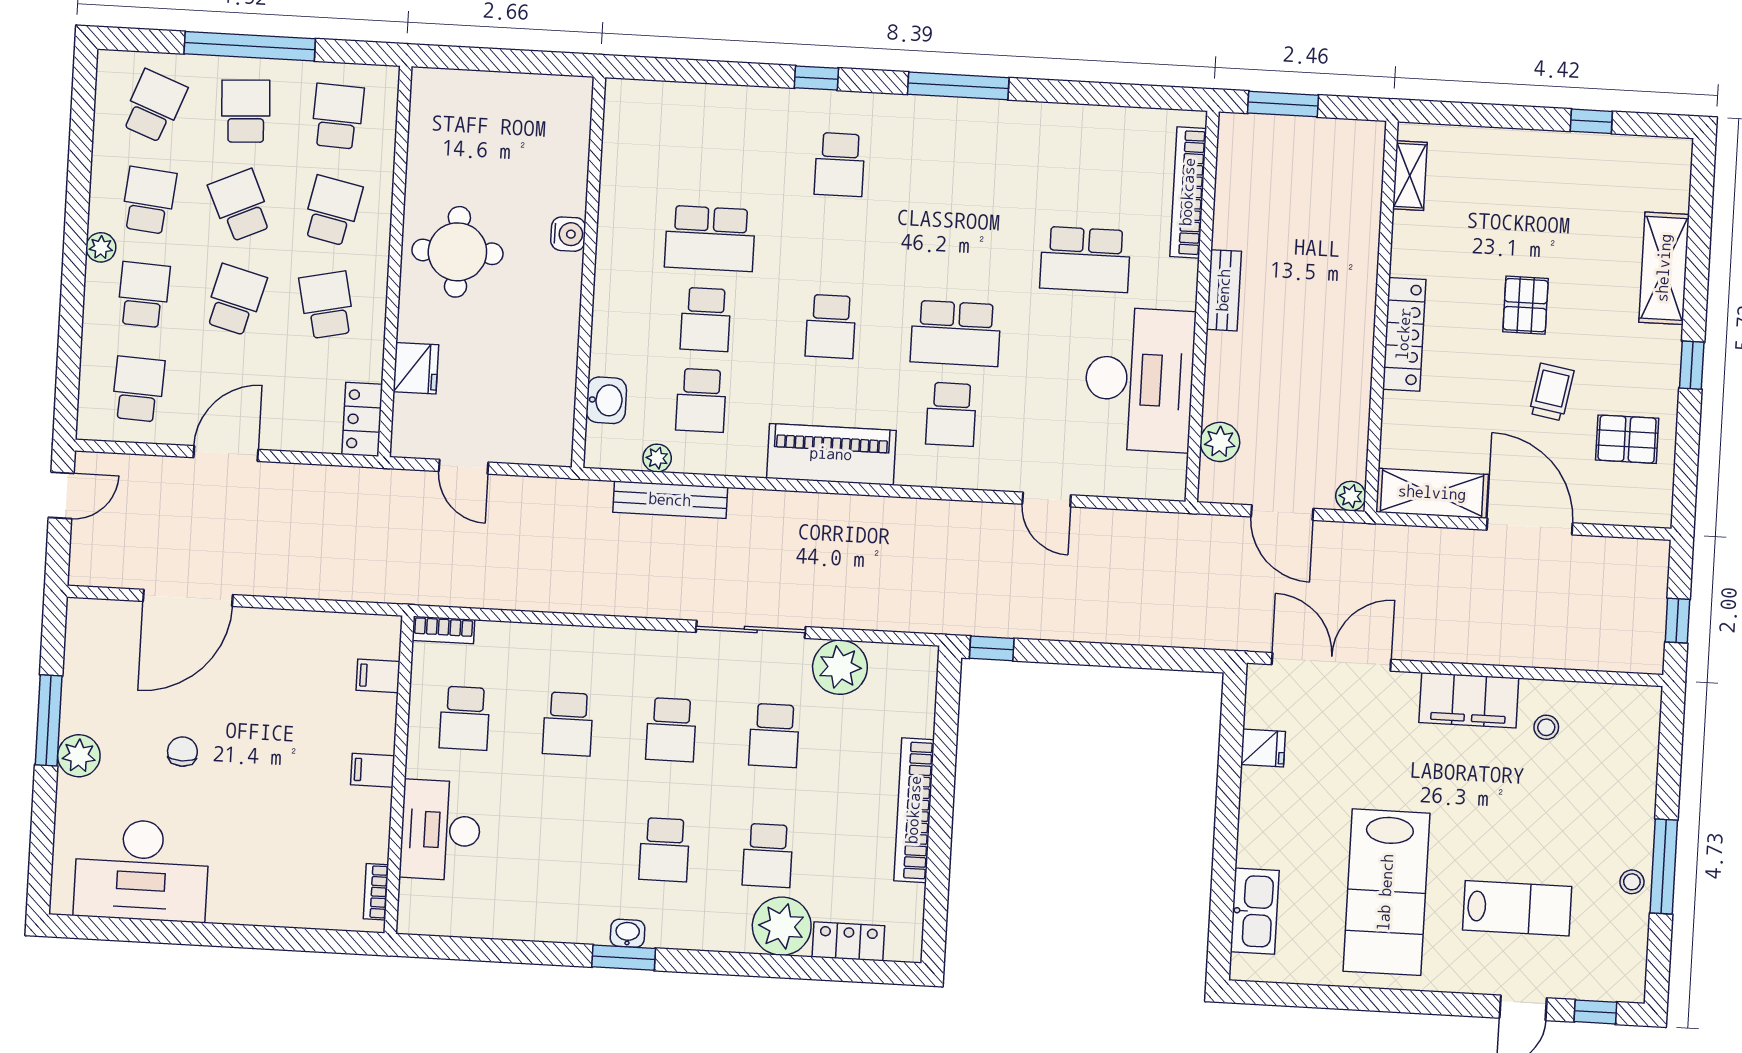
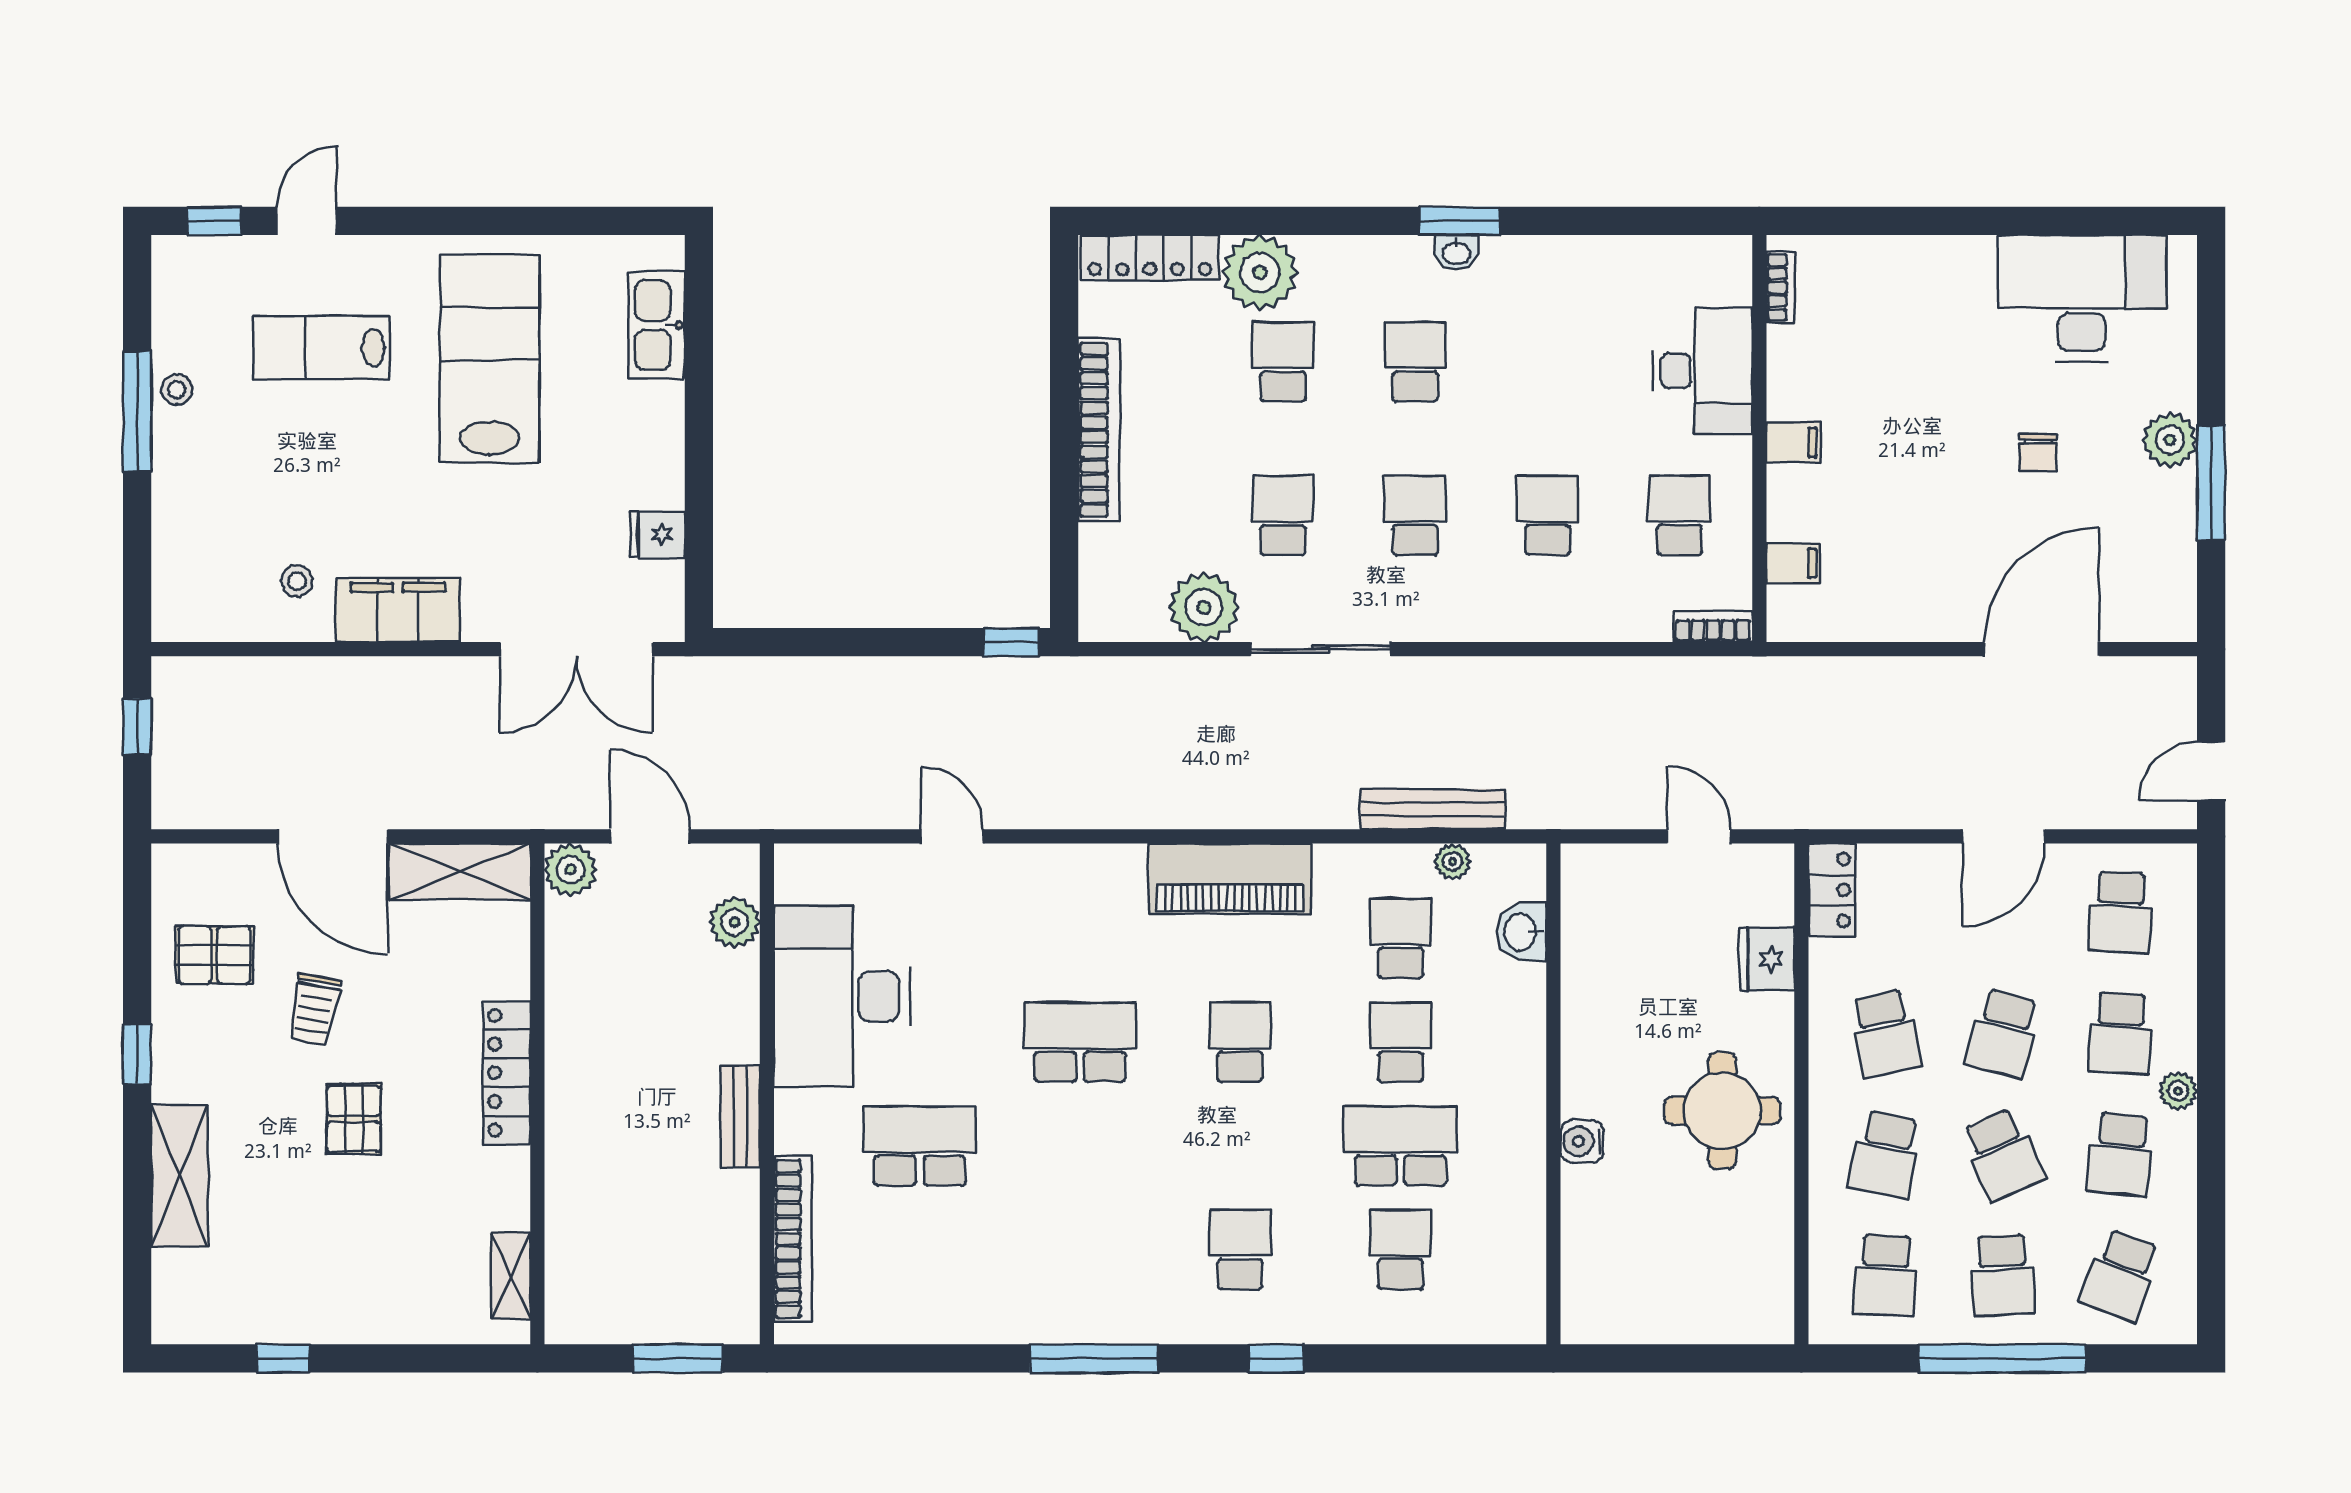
school desk: (951, 414) -> (1400, 1250), moved
plant: (1351, 496) -> (571, 870), width x1.38, depth x1.38
locker: (848, 941) -> (1150, 258), width x1.53

